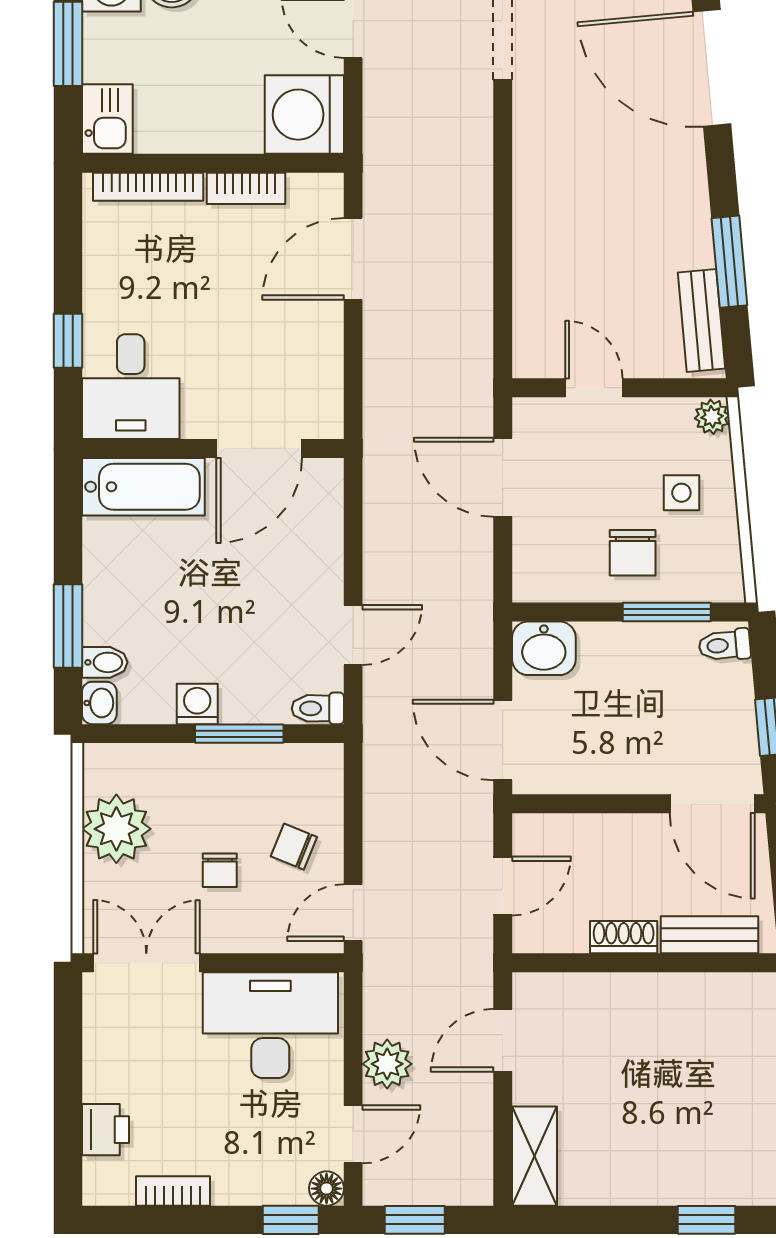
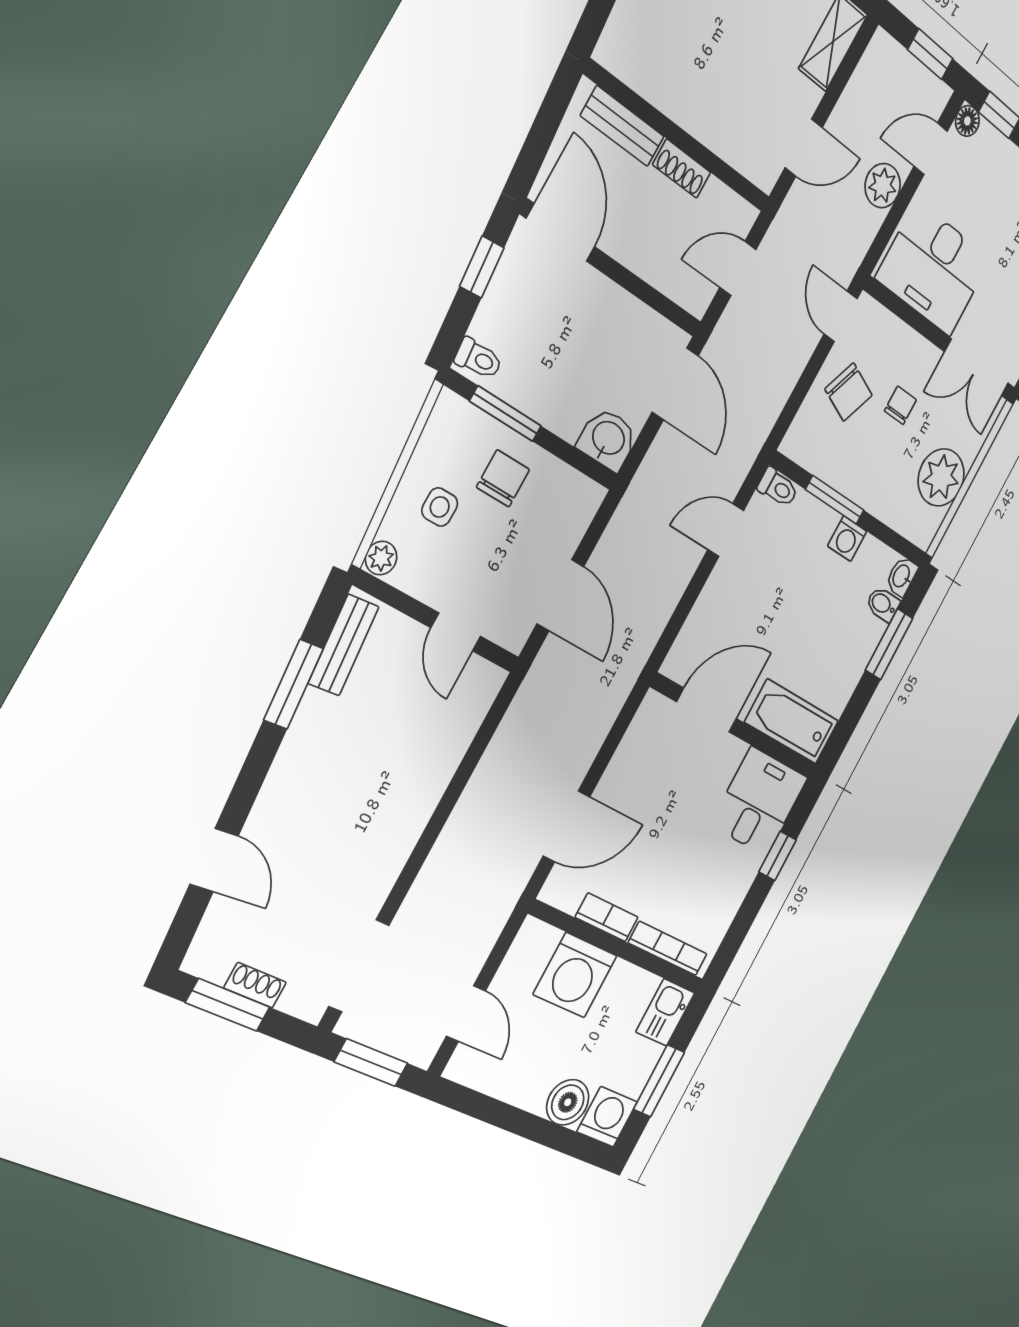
door: (712, 68) -> (214, 860), width x0.53
washing machine: (304, 115) -> (575, 975), moved, turned 90
chair: (294, 847) -> (849, 392), width x1.37, depth x1.37
door: (353, 913) -> (841, 316), swing flipped

